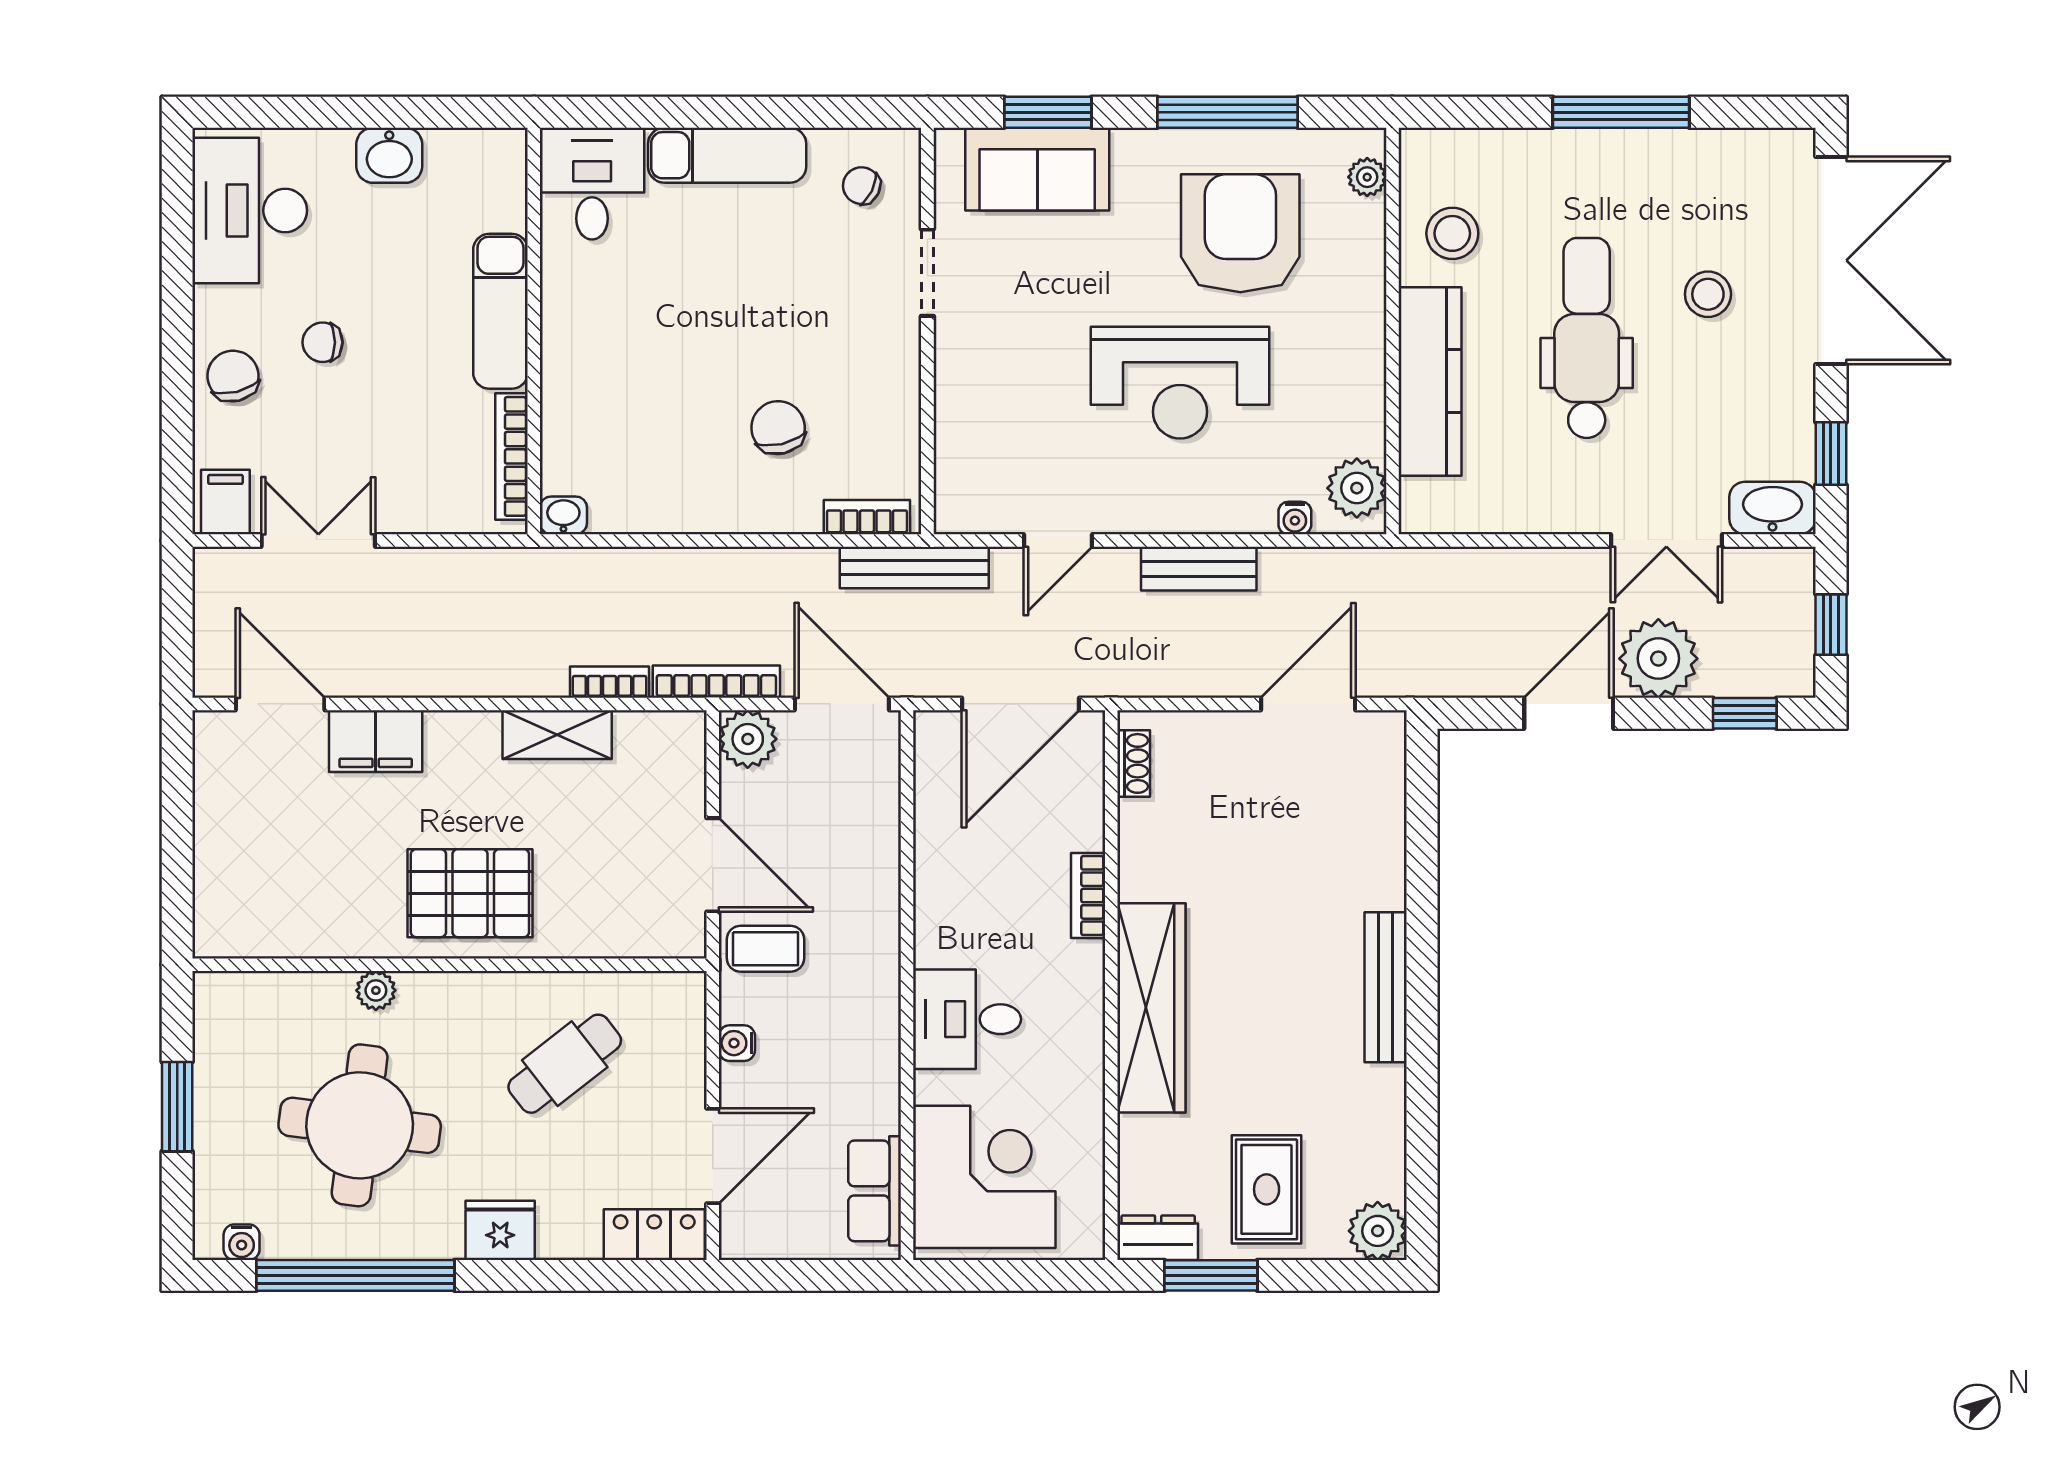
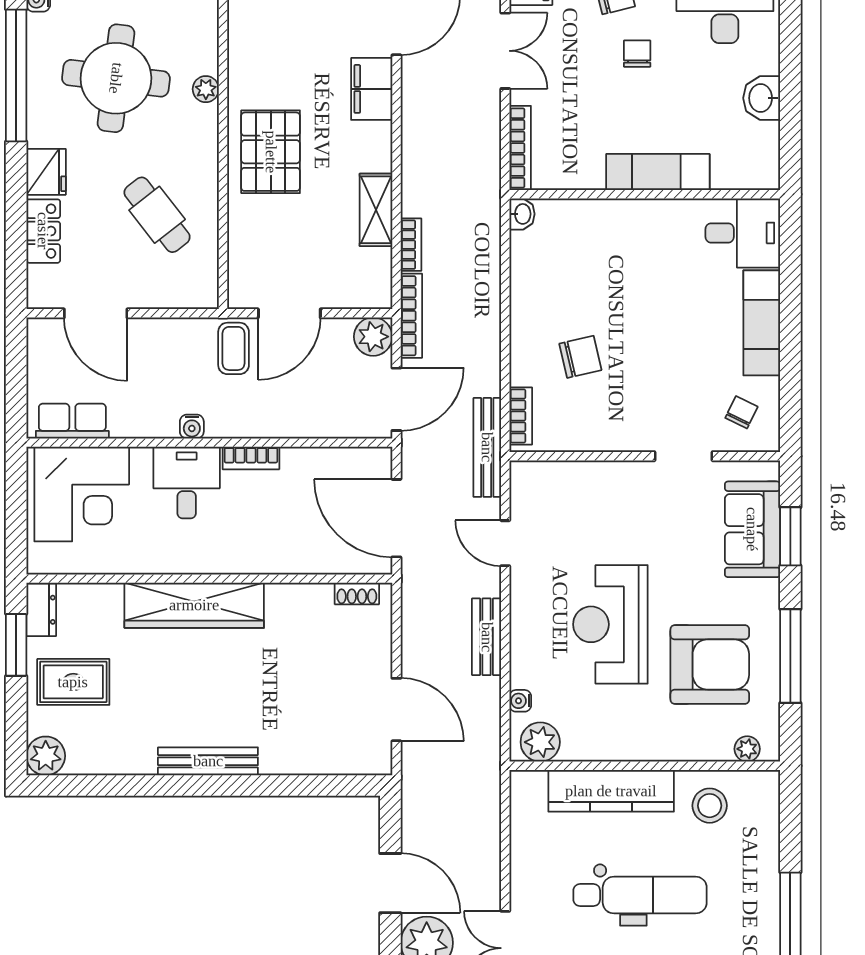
bookcase: (511, 456) -> (520, 148), moved, turned 90
bookcase: (1088, 896) -> (251, 458), moved, turned 180
water cooler: (737, 1043) -> (192, 427), moved, turned 180
locker: (654, 1235) -> (43, 231), moved

